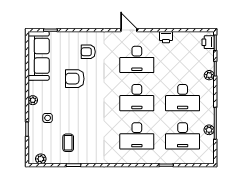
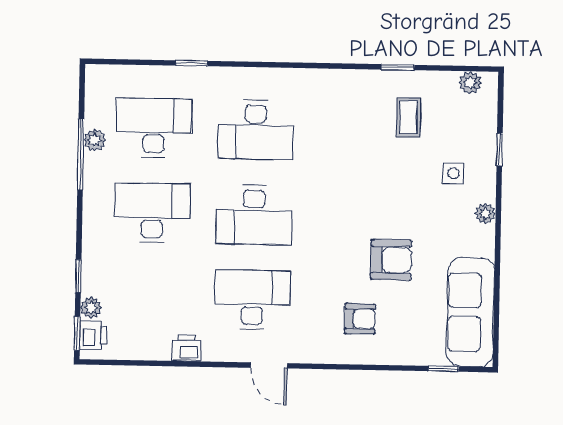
plant: (209, 75) -> (91, 308), moved
desk: (137, 98) -> (254, 215), turned 180
desk: (137, 136) -> (256, 130), turned 180

